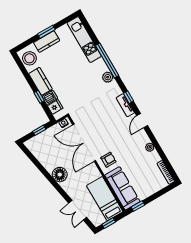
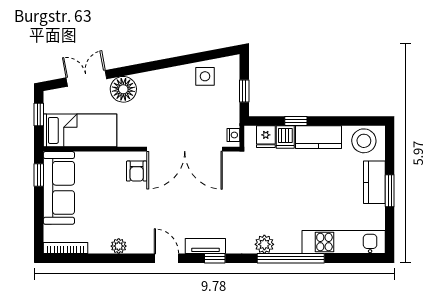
double door: (84, 143) -> (185, 149), swing flipped
side table: (43, 153) -> (205, 76), added
floor lamp: (60, 175) -> (123, 89), moved
sofa: (122, 188) -> (59, 188), moved, turned -90

